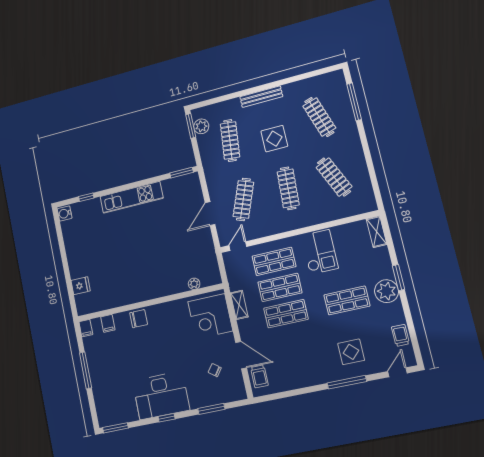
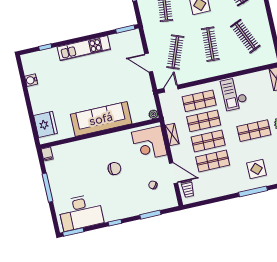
water cooler: (65, 213) -> (31, 80), moved
door: (210, 214) -> (149, 63), hinge flipped
checkout: (320, 252) -> (234, 94), turned 180
plant: (194, 284) -> (153, 114), moved
sofa: (151, 285) -> (101, 119), added
fridge: (81, 286) -> (45, 124), width x1.88, depth x1.34
chair: (139, 319) -> (114, 169), moved
filing cabinet: (108, 323) -> (66, 150), removed
shop shelf: (292, 340) -> (213, 161), added
desk: (161, 395) -> (81, 212), moved

